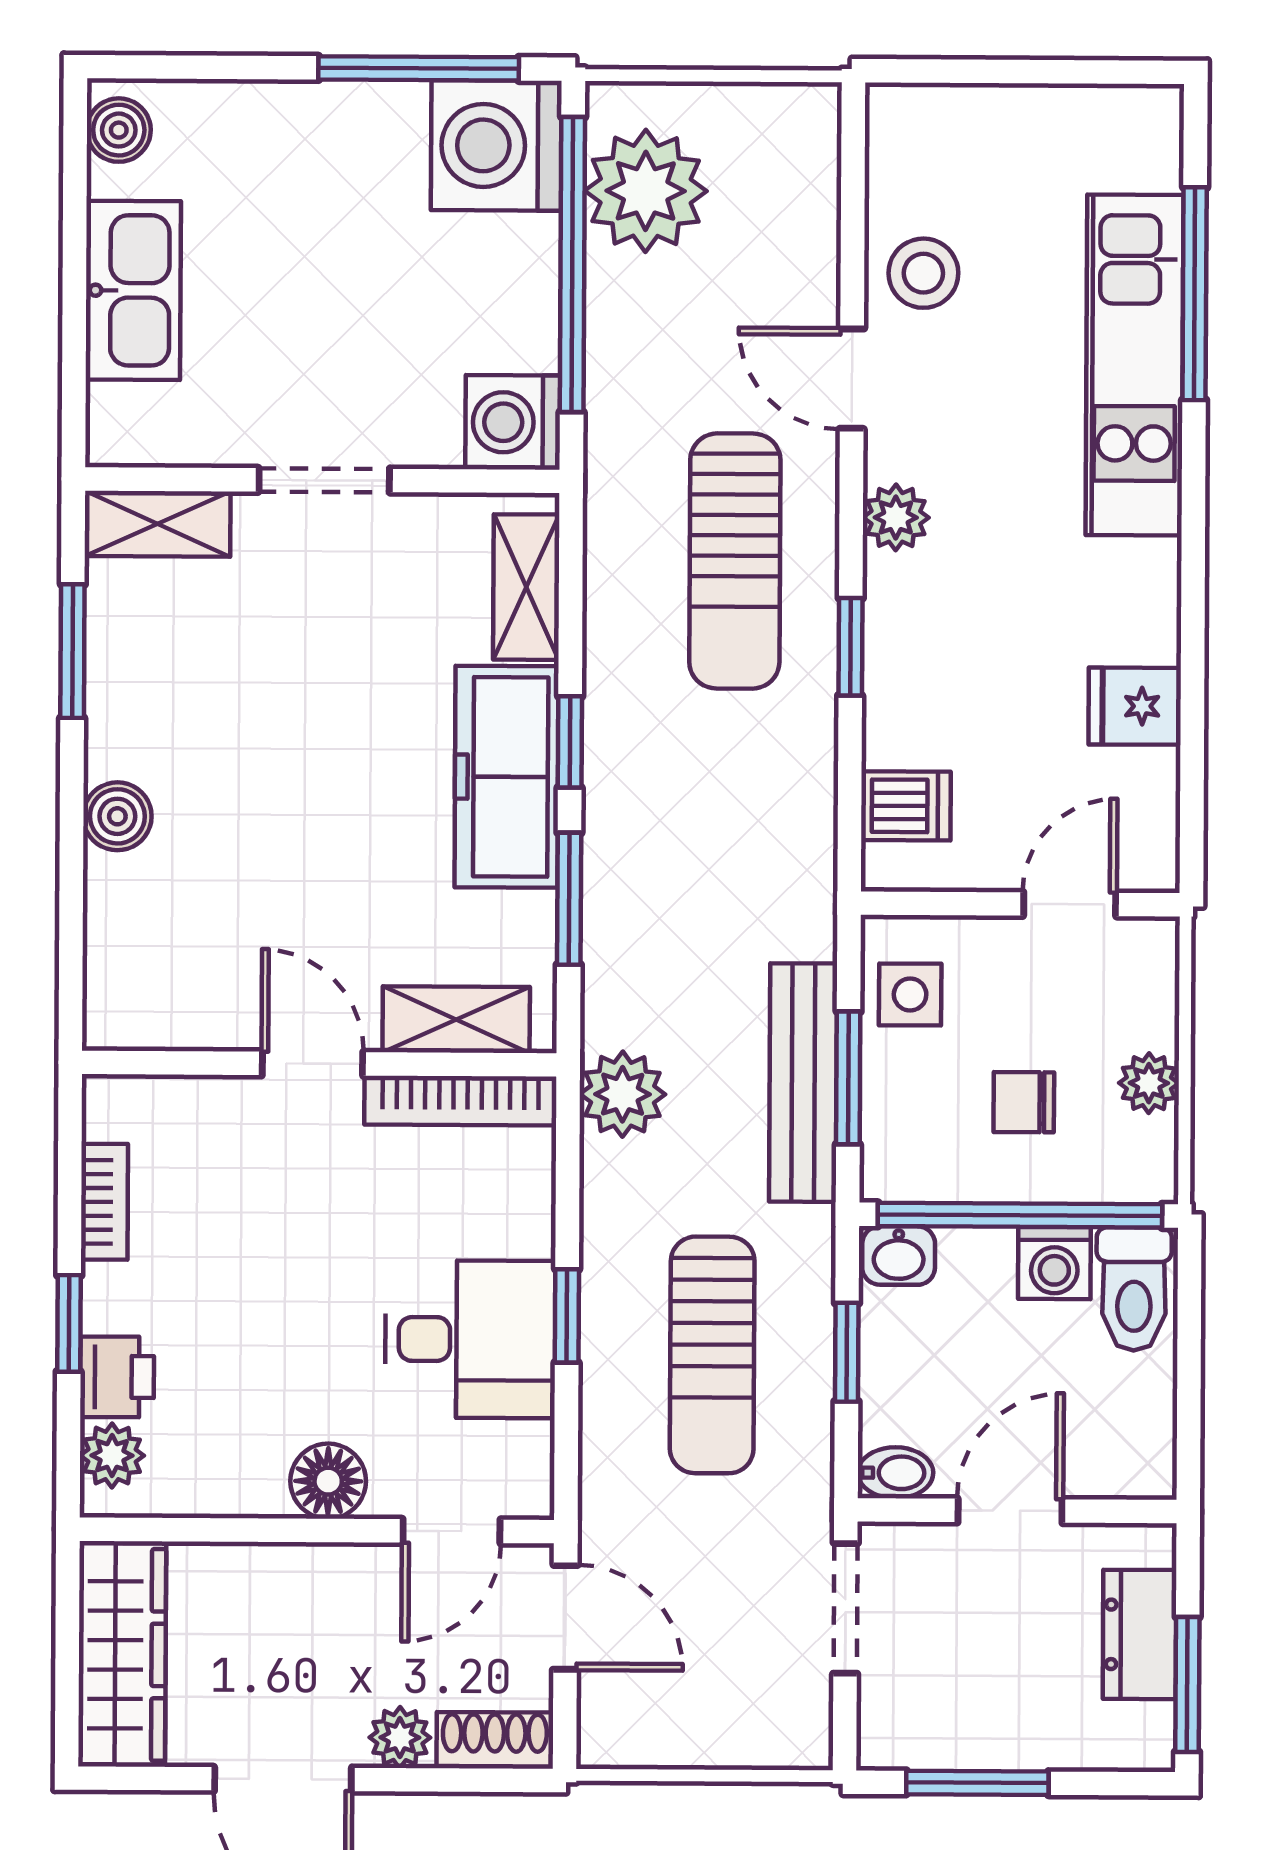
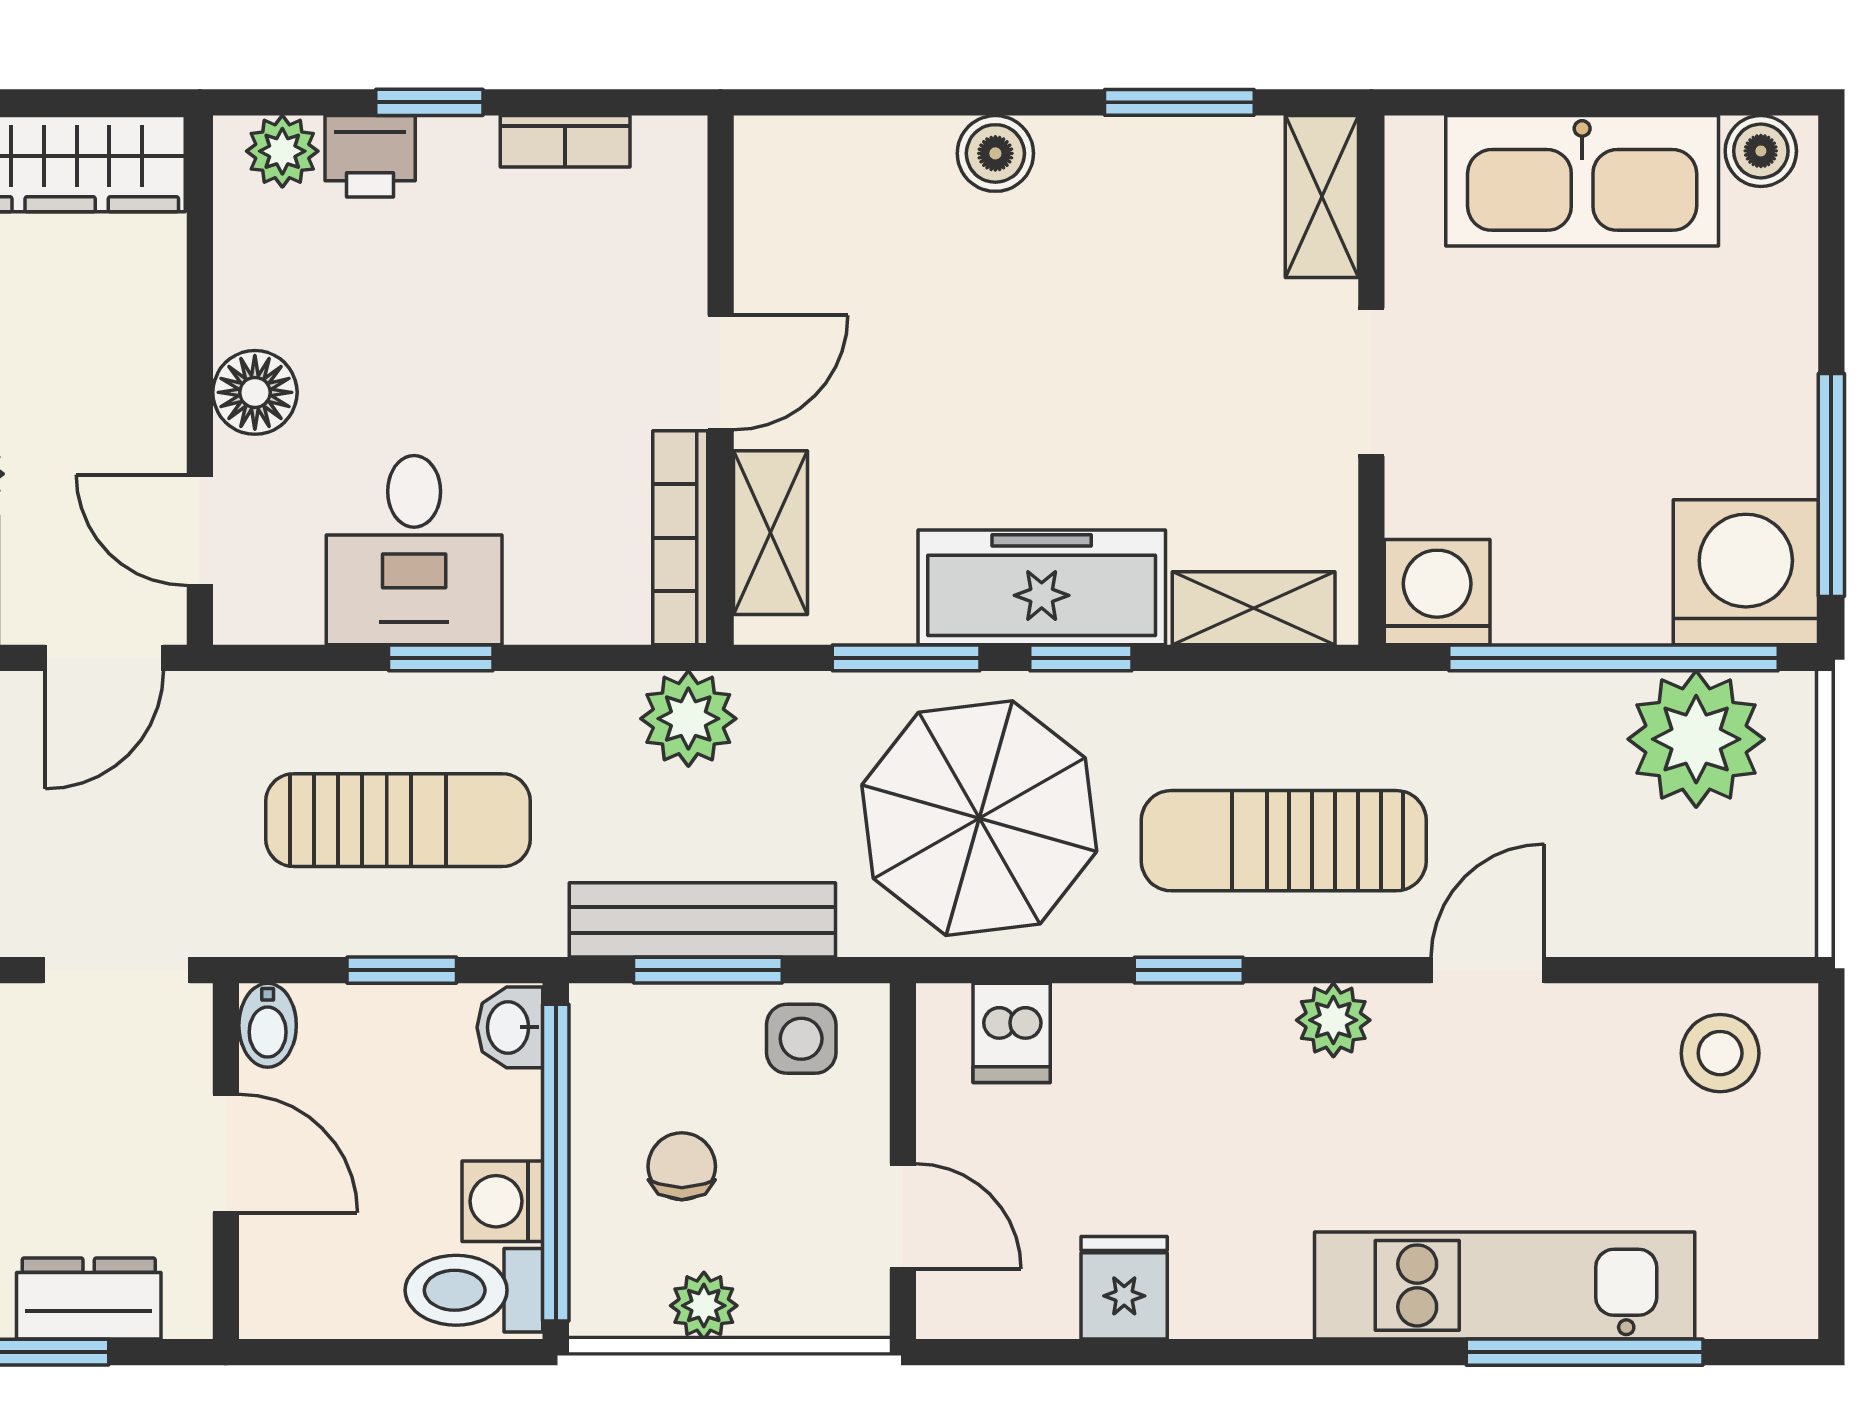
stool: (923, 273) -> (1720, 1053), moved
kitchen sink: (133, 290) -> (1582, 181), width x1.36, depth x1.24
parasol: (713, 834) -> (979, 818), added
sun lounger: (712, 1355) -> (398, 820), turned 180

